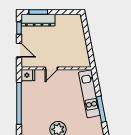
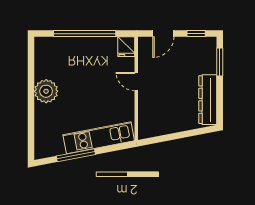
dresser: (38, 20) -> (208, 100), moved

